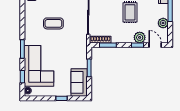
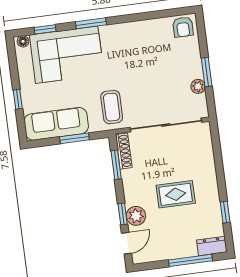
coffee table: (53, 23) -> (112, 107), moved
plant: (163, 23) -> (165, 252), removed
sofa: (79, 82) -> (56, 124), width x1.36

